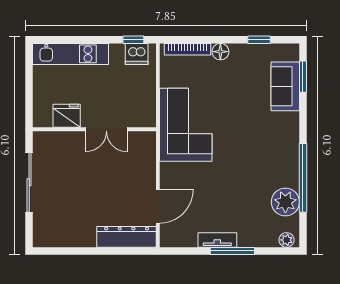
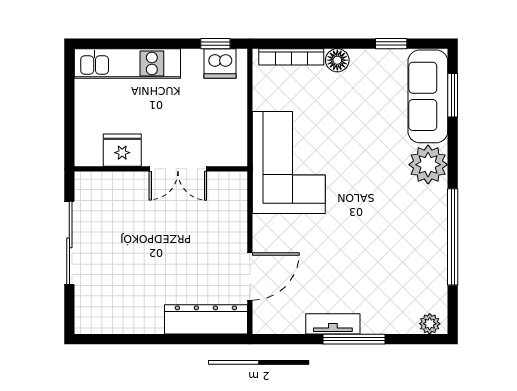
sofa: (285, 86) -> (428, 96), width x1.36
plant: (285, 202) -> (428, 165), moved

